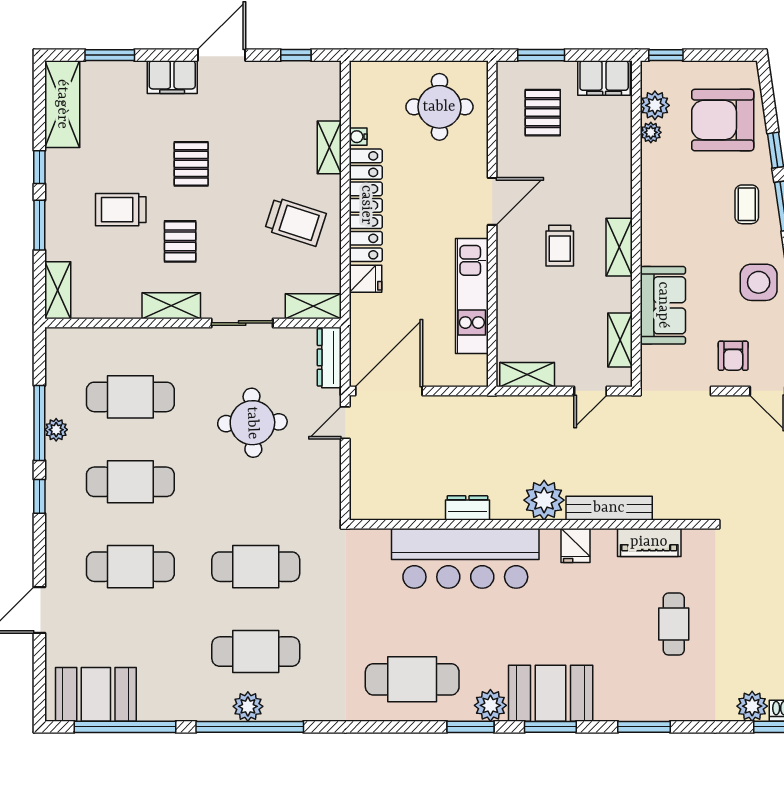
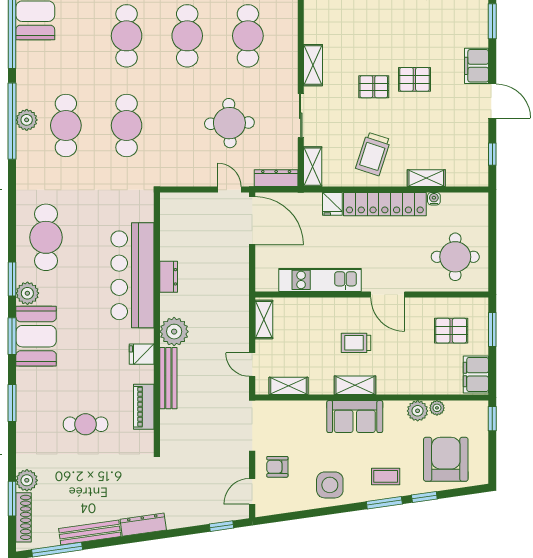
plant: (655, 105) -> (418, 411), moved
trolley: (121, 210) -> (382, 29), removed
pallet: (180, 241) -> (374, 87), moved
sofa: (663, 305) -> (355, 417), moved

